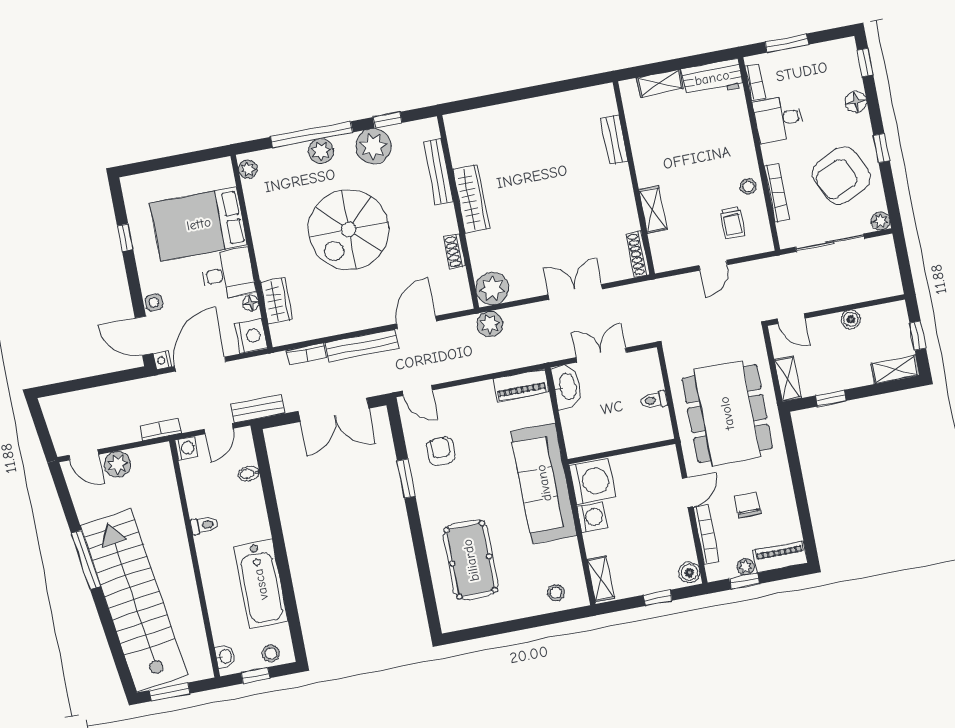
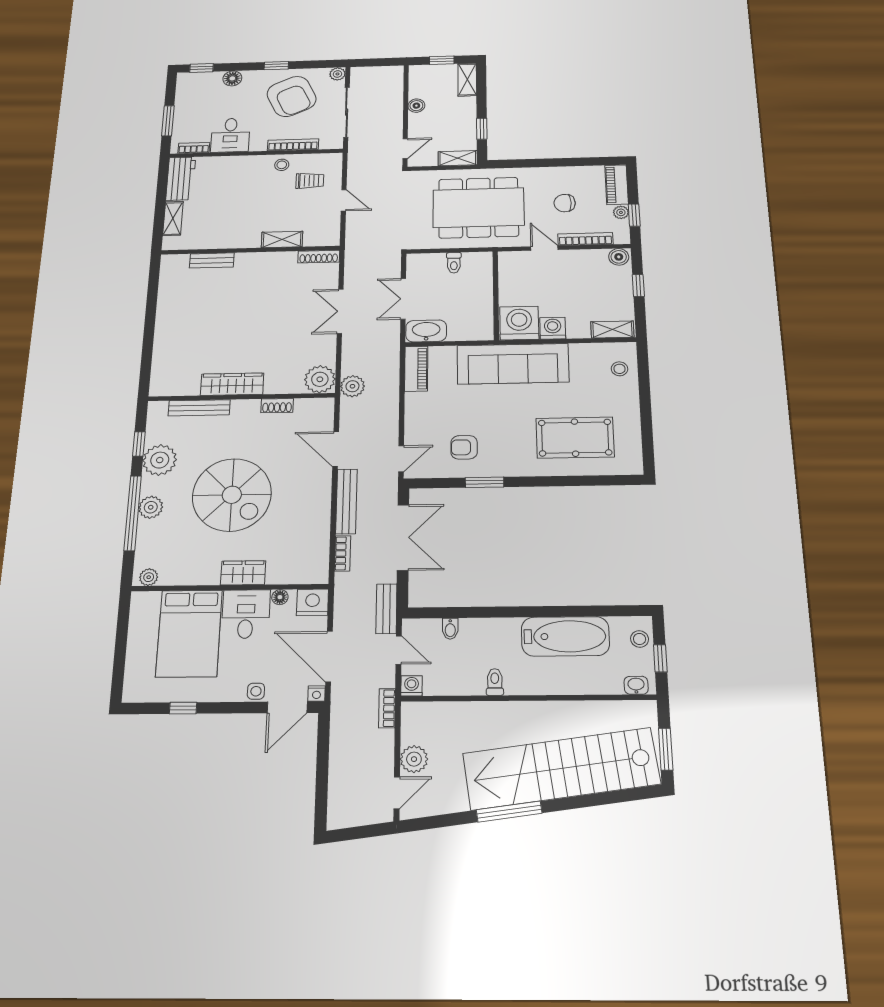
wardrobe: (277, 301) -> (243, 573), moved

